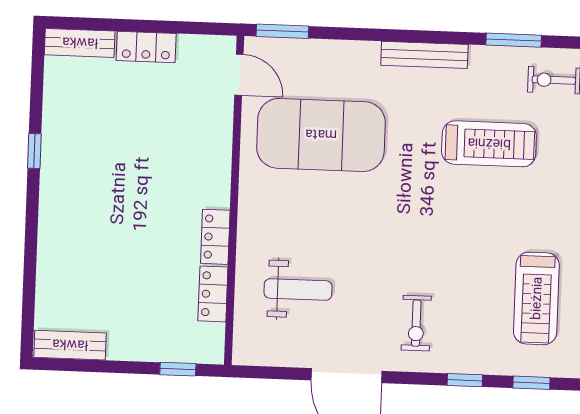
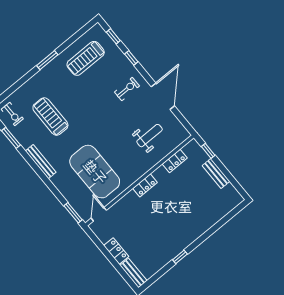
locker: (215, 237) -> (145, 185), moved
weight bench: (298, 289) -> (150, 136), turned 90
treadmill: (536, 298) -> (86, 58), turned 180
bench: (70, 345) -> (216, 173), moved

